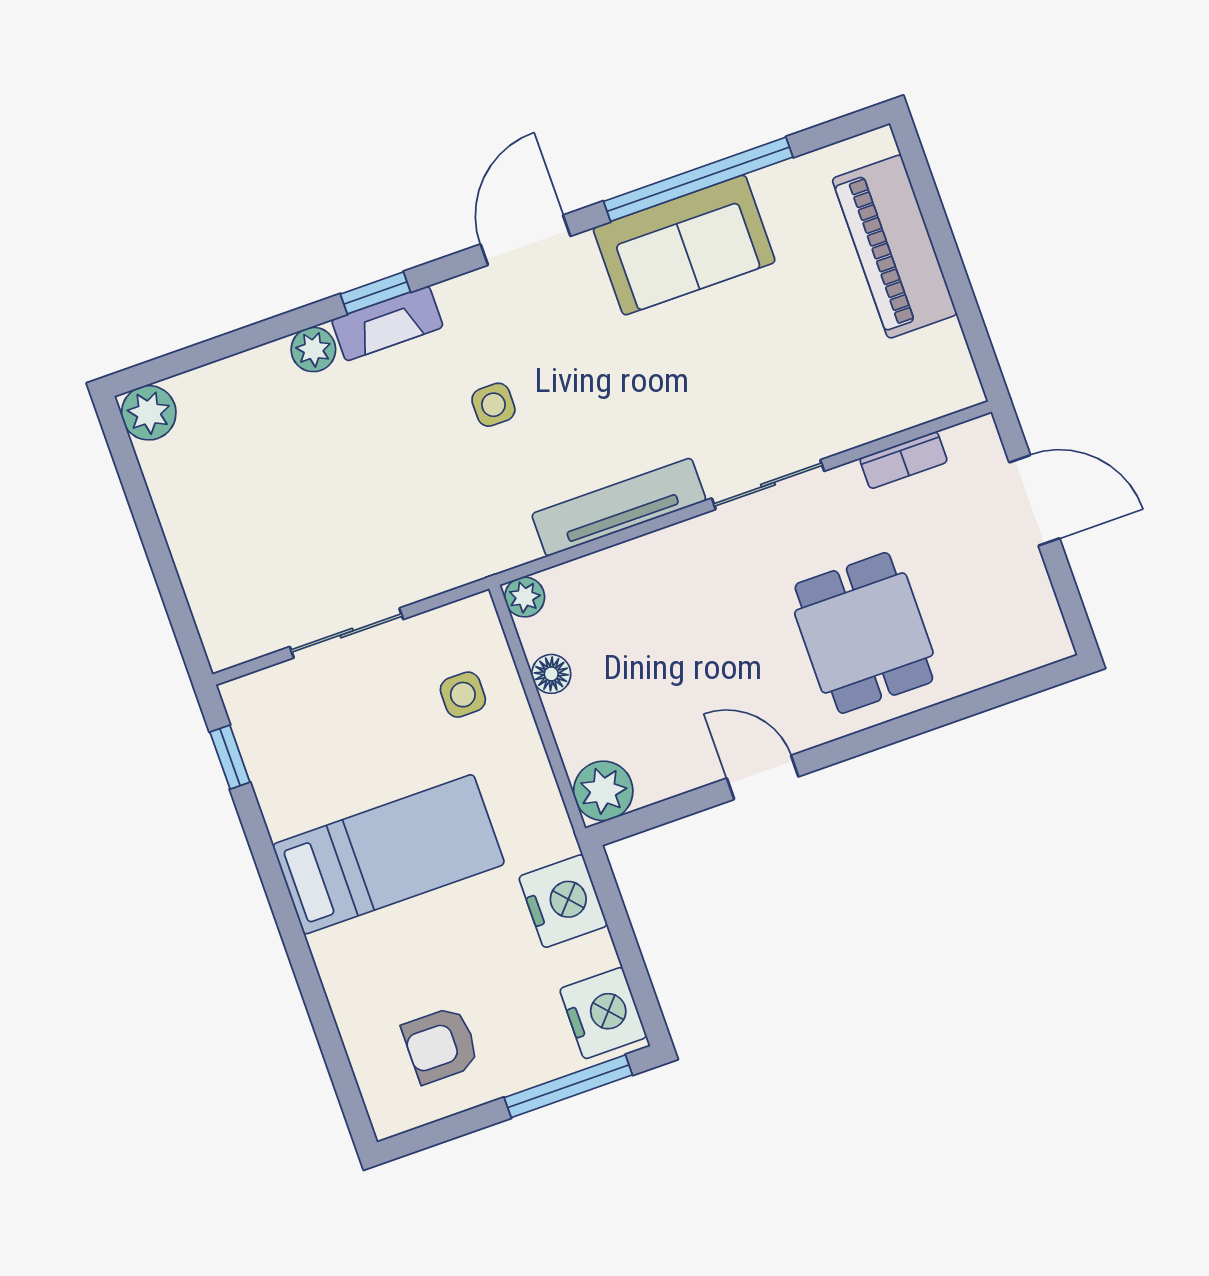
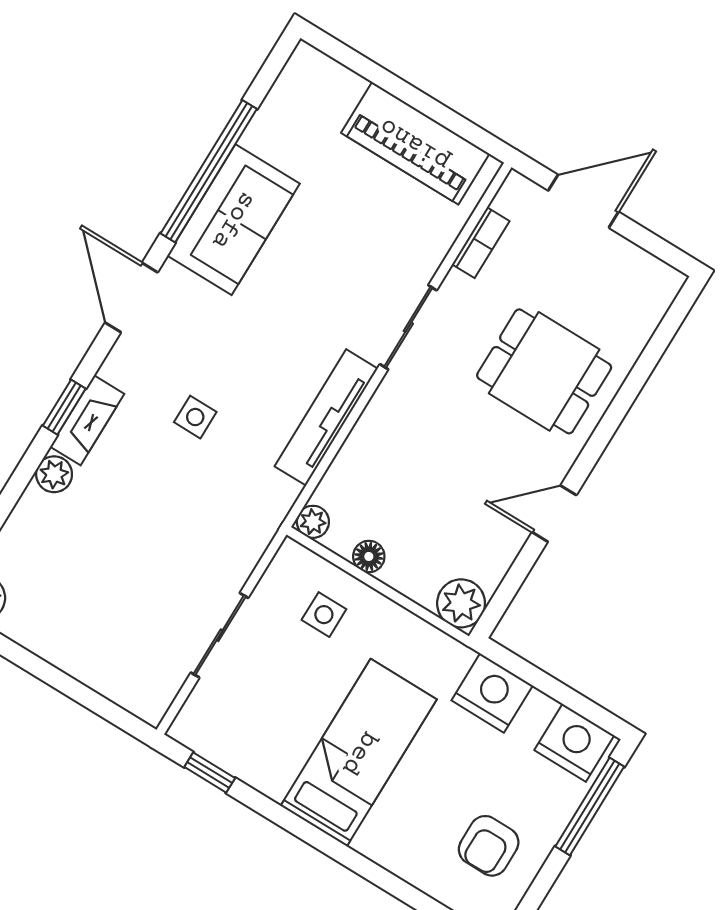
piano: (895, 247) -> (415, 143), moved

